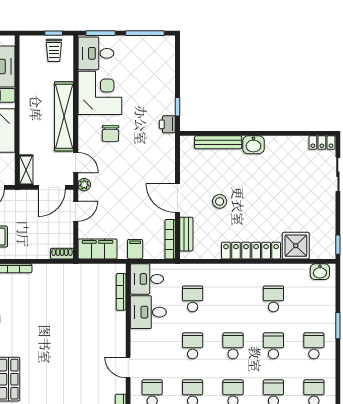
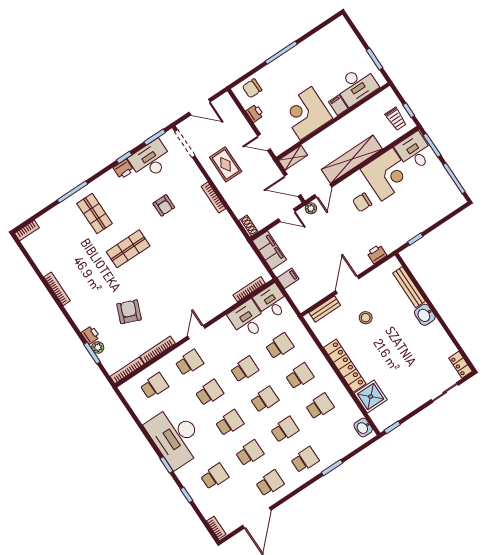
trolley: (54, 50) -> (396, 119), turned -90
printer: (167, 124) -> (377, 254), moved
bookcase: (170, 239) -> (313, 300), removed
school desk: (233, 299) -> (300, 376), added

